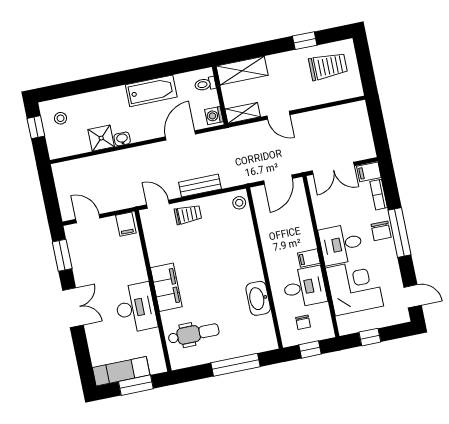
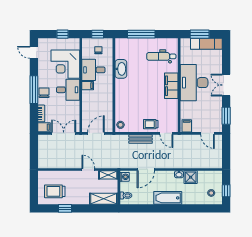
bathtub: (151, 91) -> (168, 198), moved
desk: (136, 308) -> (194, 83), width x1.36, depth x1.30

